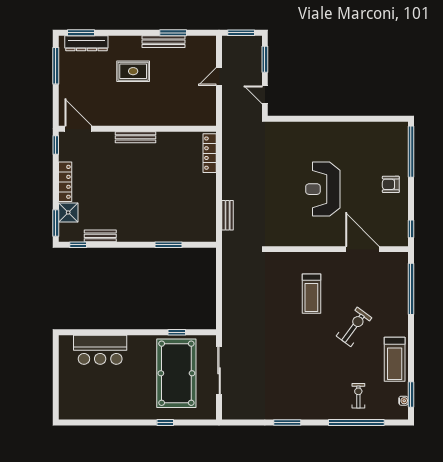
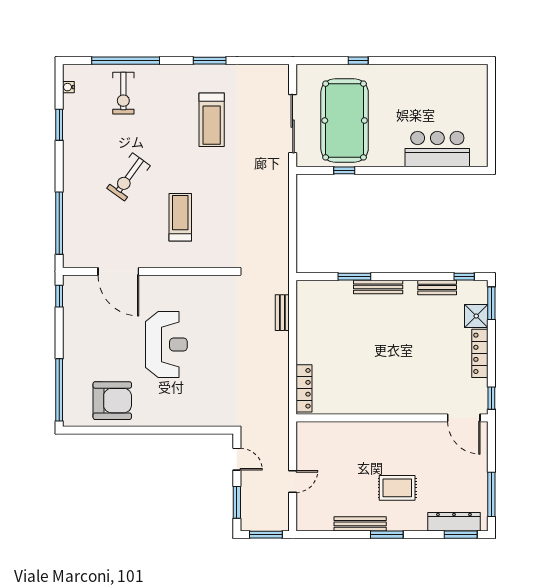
window: (173, 33) -> (387, 535), moved
bench: (135, 137) -> (378, 287), moved
armchair: (391, 184) -> (112, 401), moved, width x1.88, depth x1.88
treadmill: (395, 359) -> (212, 120), moved, turned 180
window: (411, 394) -> (59, 125), moved
exercise bike: (358, 396) -> (123, 93), width x1.38, depth x1.39

